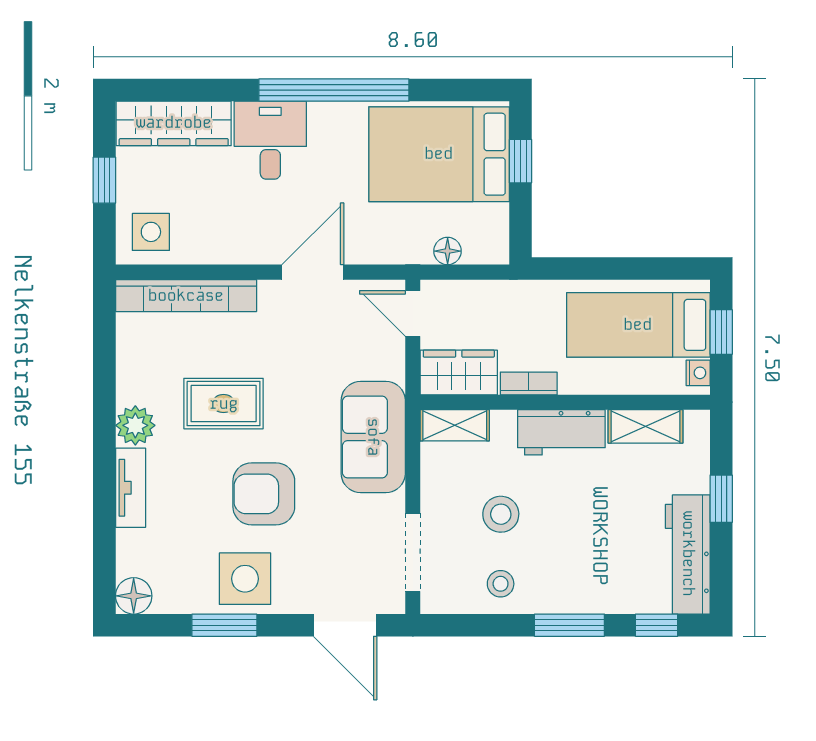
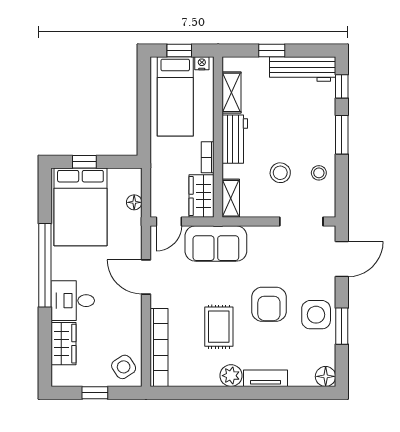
wardrobe: (174, 123) -> (63, 344), width x0.67
side table: (151, 232) -> (124, 367), turned -34
sofa: (373, 437) -> (216, 244), moved

